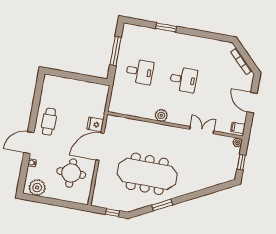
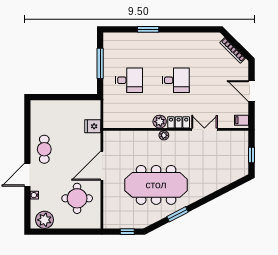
locker: (179, 119) -> (179, 122), added
fridge: (95, 124) -> (93, 126), moved
plant: (237, 142) -> (164, 135), moved

